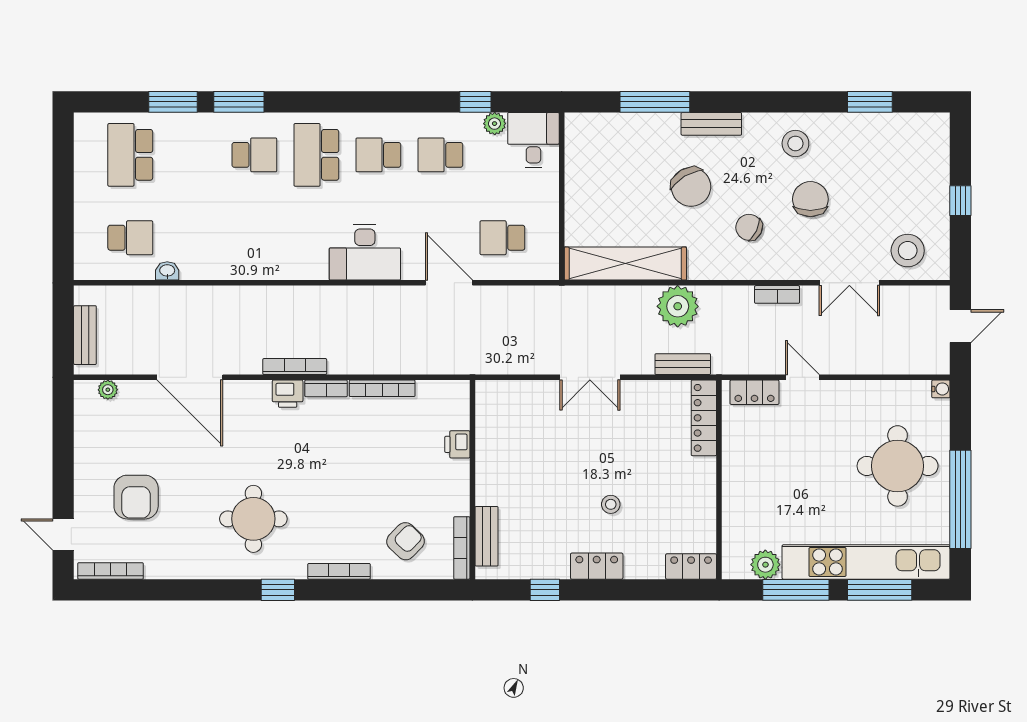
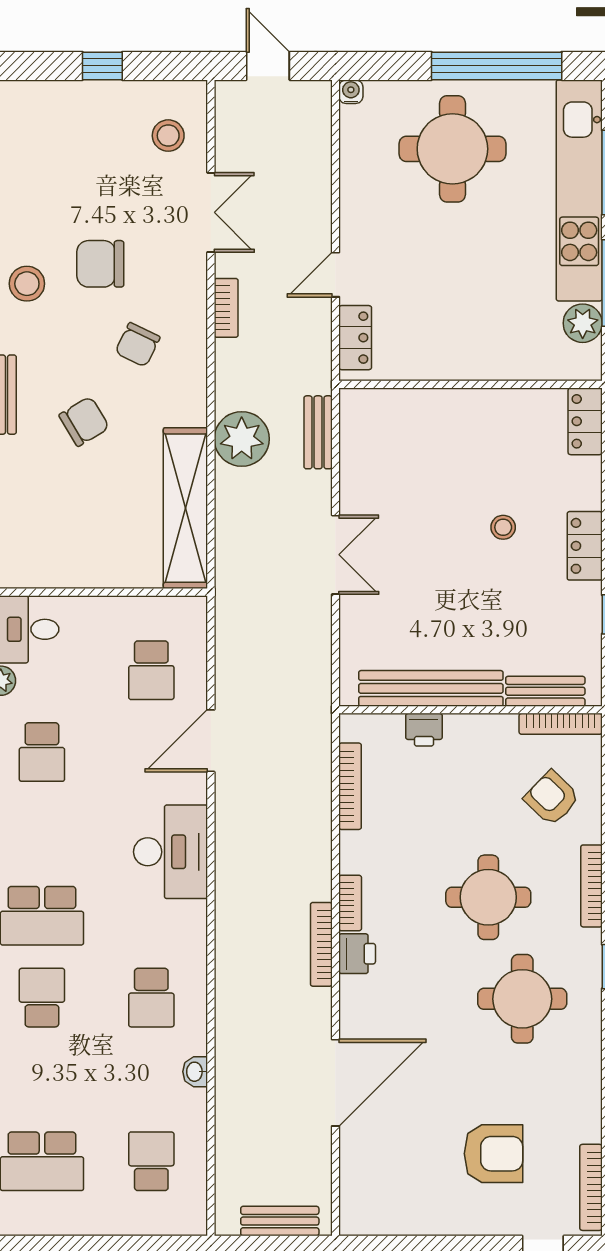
school desk: (378, 155) -> (151, 998), moved
chair: (691, 187) -> (84, 421), width x0.73, depth x0.73
stool: (908, 251) -> (168, 136), width x0.73, depth x0.73
washbasin: (167, 271) -> (195, 1072), moved
bookcase: (382, 388) -> (350, 786), moved
plant: (108, 390) -> (352, 1191), removed
locker: (704, 418) -> (389, 404), removed
bench: (489, 450) -> (431, 688), added
round table: (330, 493) -> (488, 897), added

